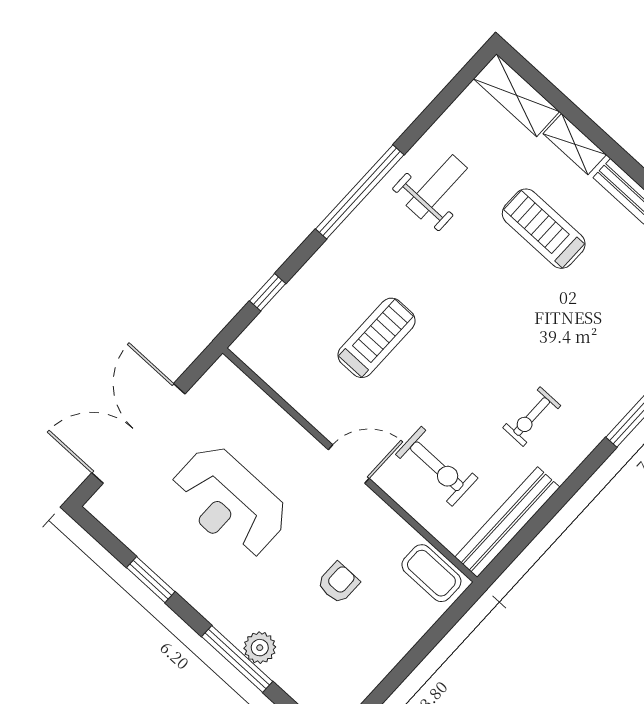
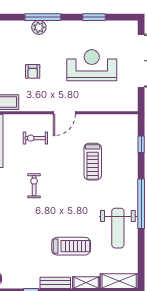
weight bench: (437, 187) -> (118, 228), width x1.36, depth x1.33
exercise bike: (532, 417) -> (34, 186), moved
exercise bike: (437, 466) -> (35, 138), width x0.73, depth x0.72

